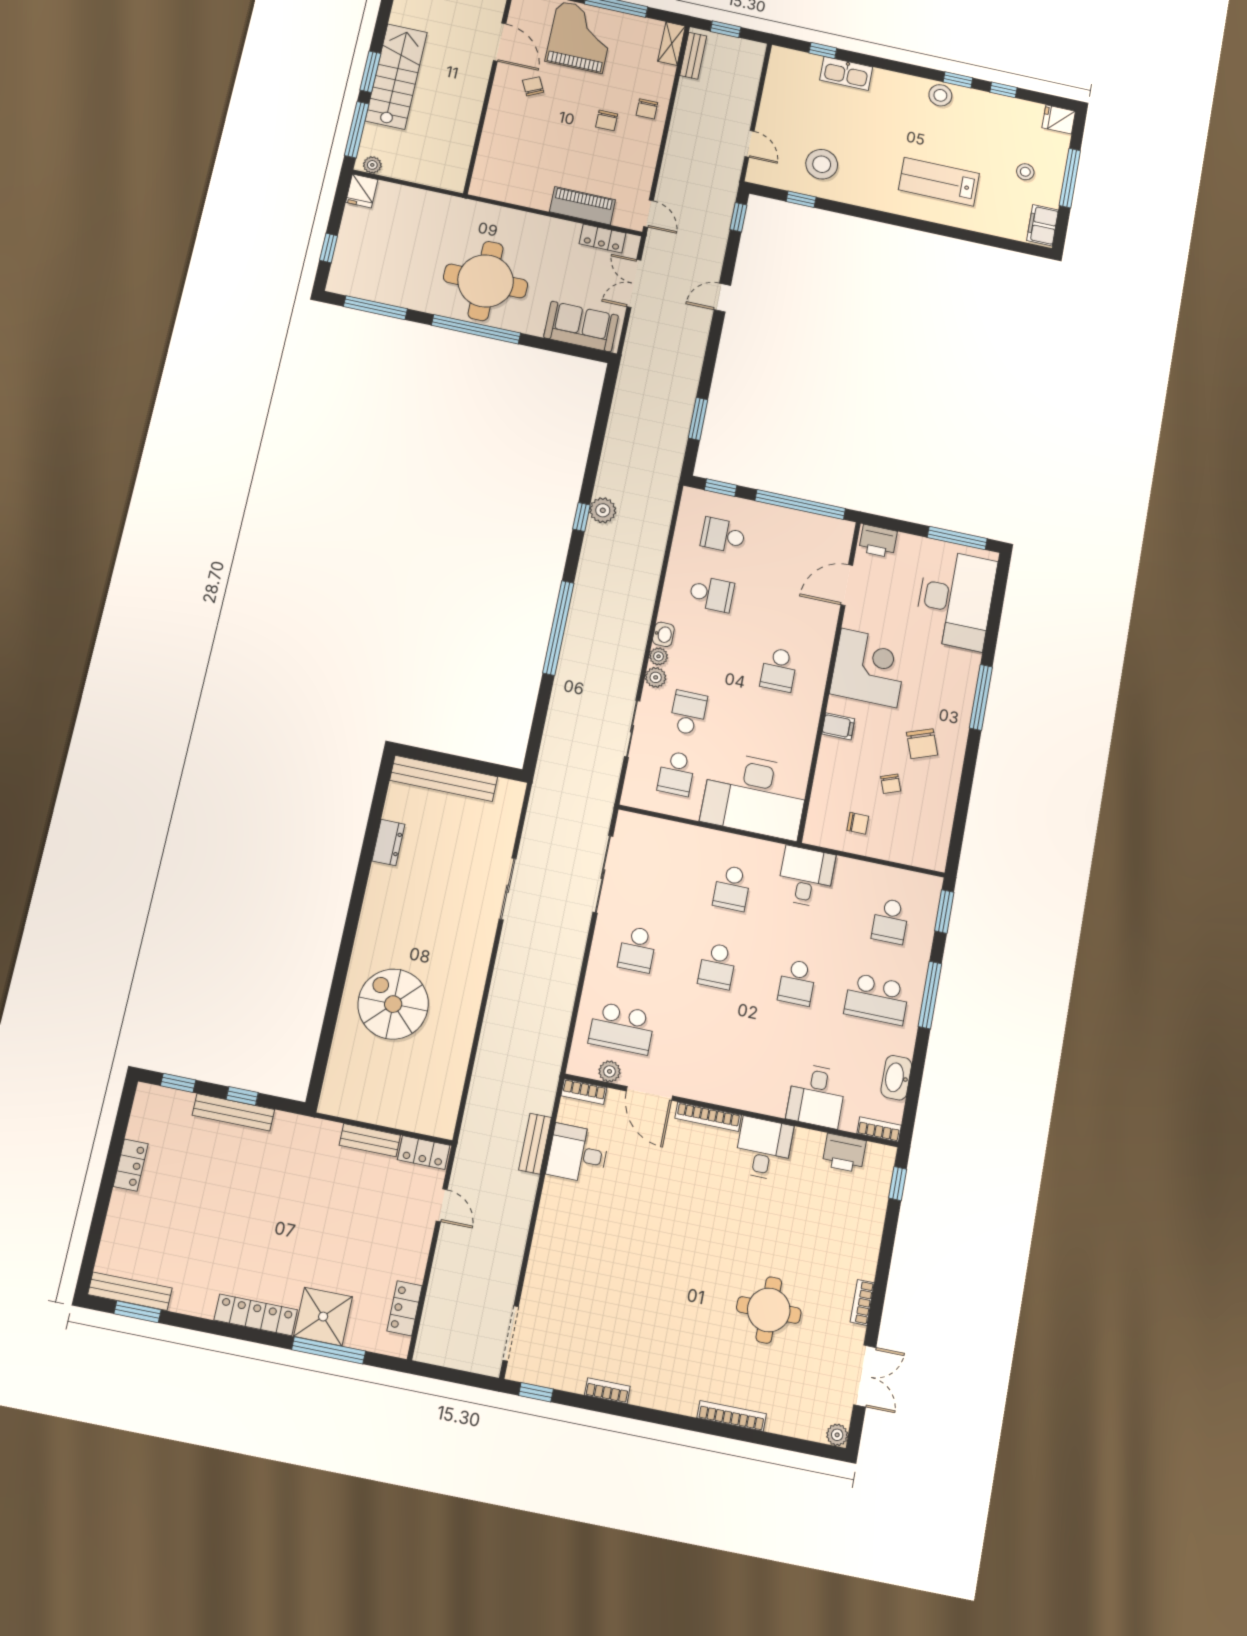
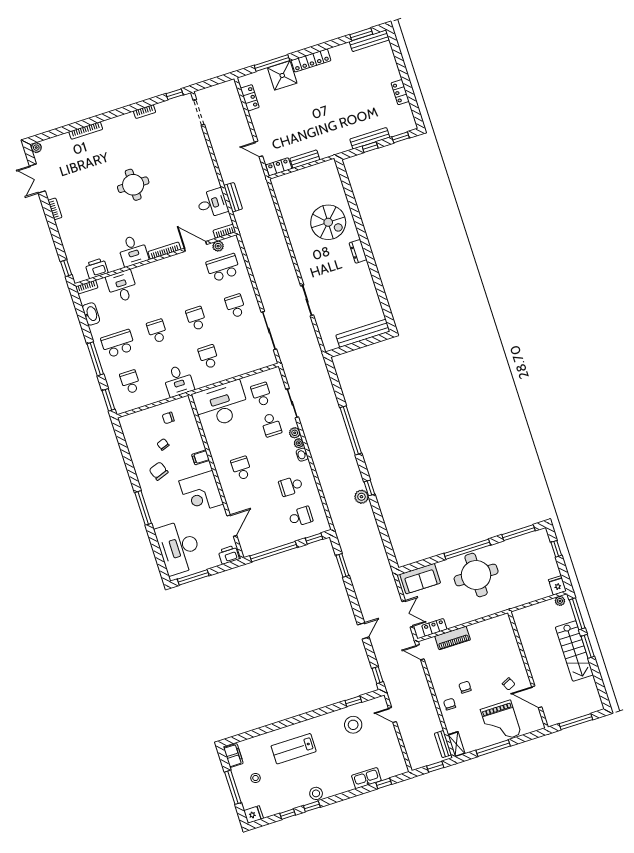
lab bench: (939, 182) -> (294, 749), turned 180
dresser: (388, 843) -> (358, 251), moved
round table: (769, 1310) -> (133, 185), moved

